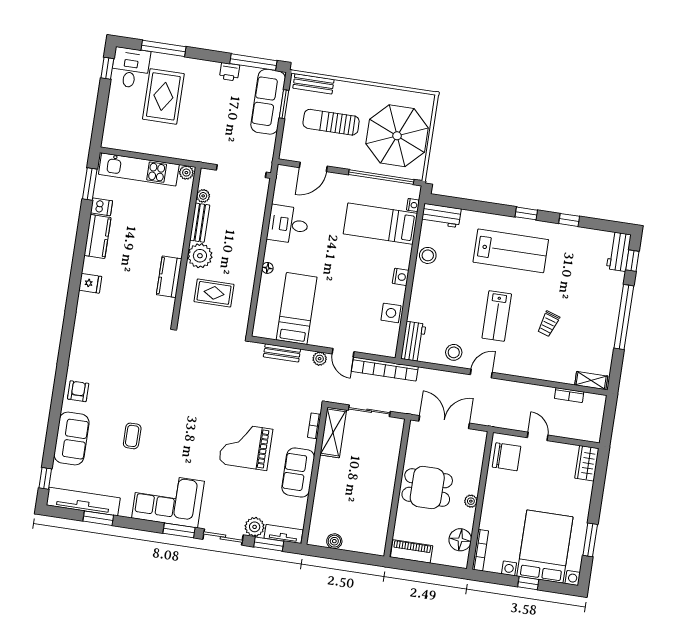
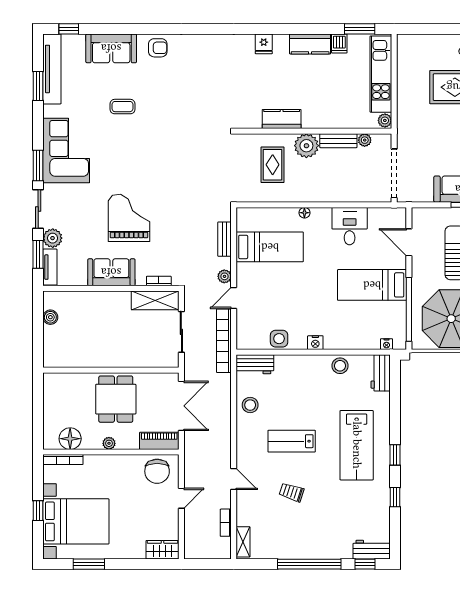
bed: (380, 224) -> (372, 285), moved, turned -90
door: (481, 374) -> (234, 479), moved
piano: (412, 551) -> (159, 441), moved, turned -90

